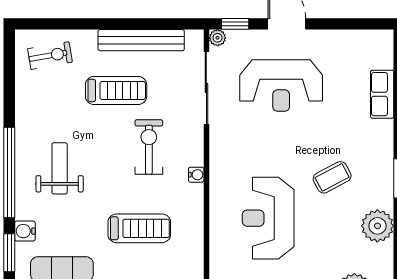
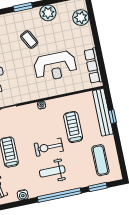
exercise bike: (149, 147) -> (49, 147), moved
water cooler: (25, 231) -> (23, 195), moved

